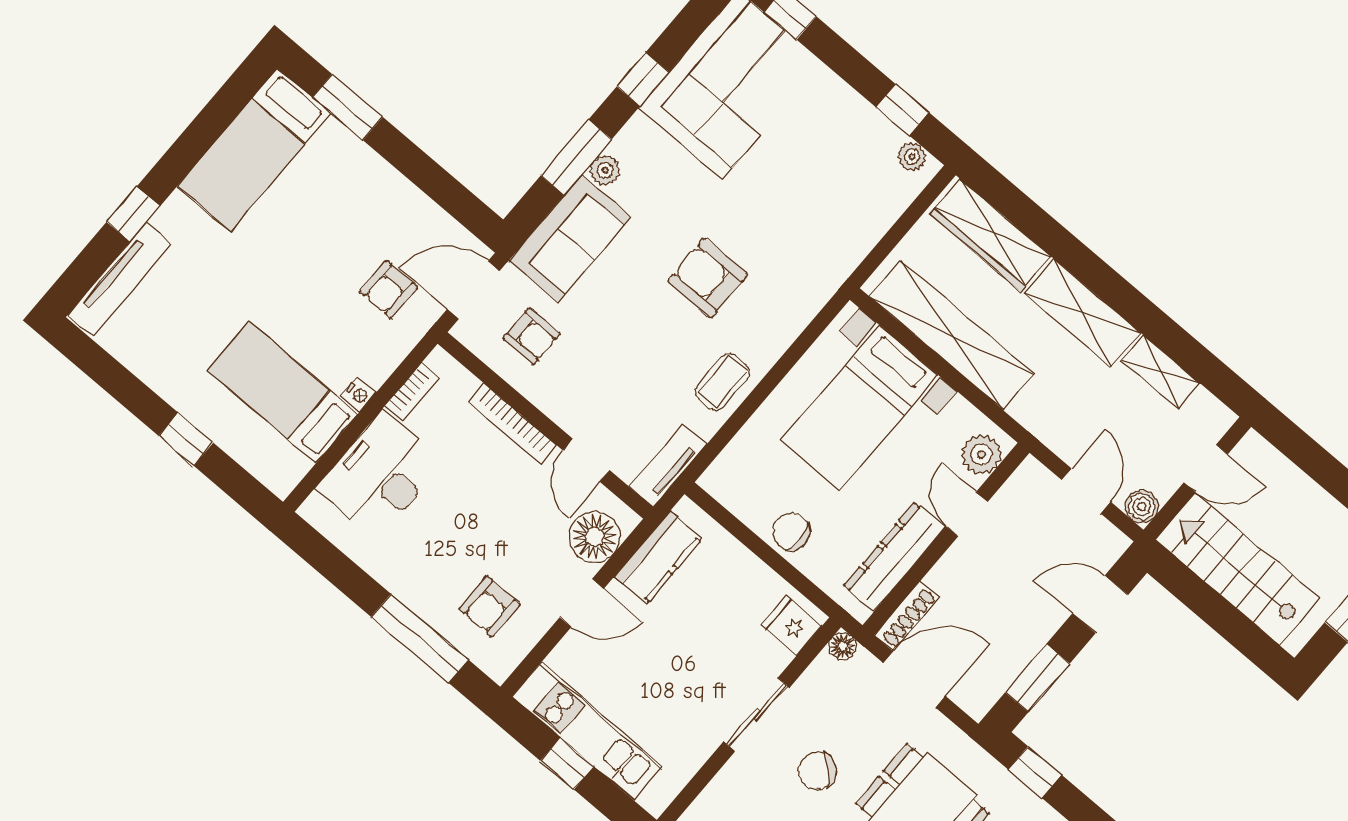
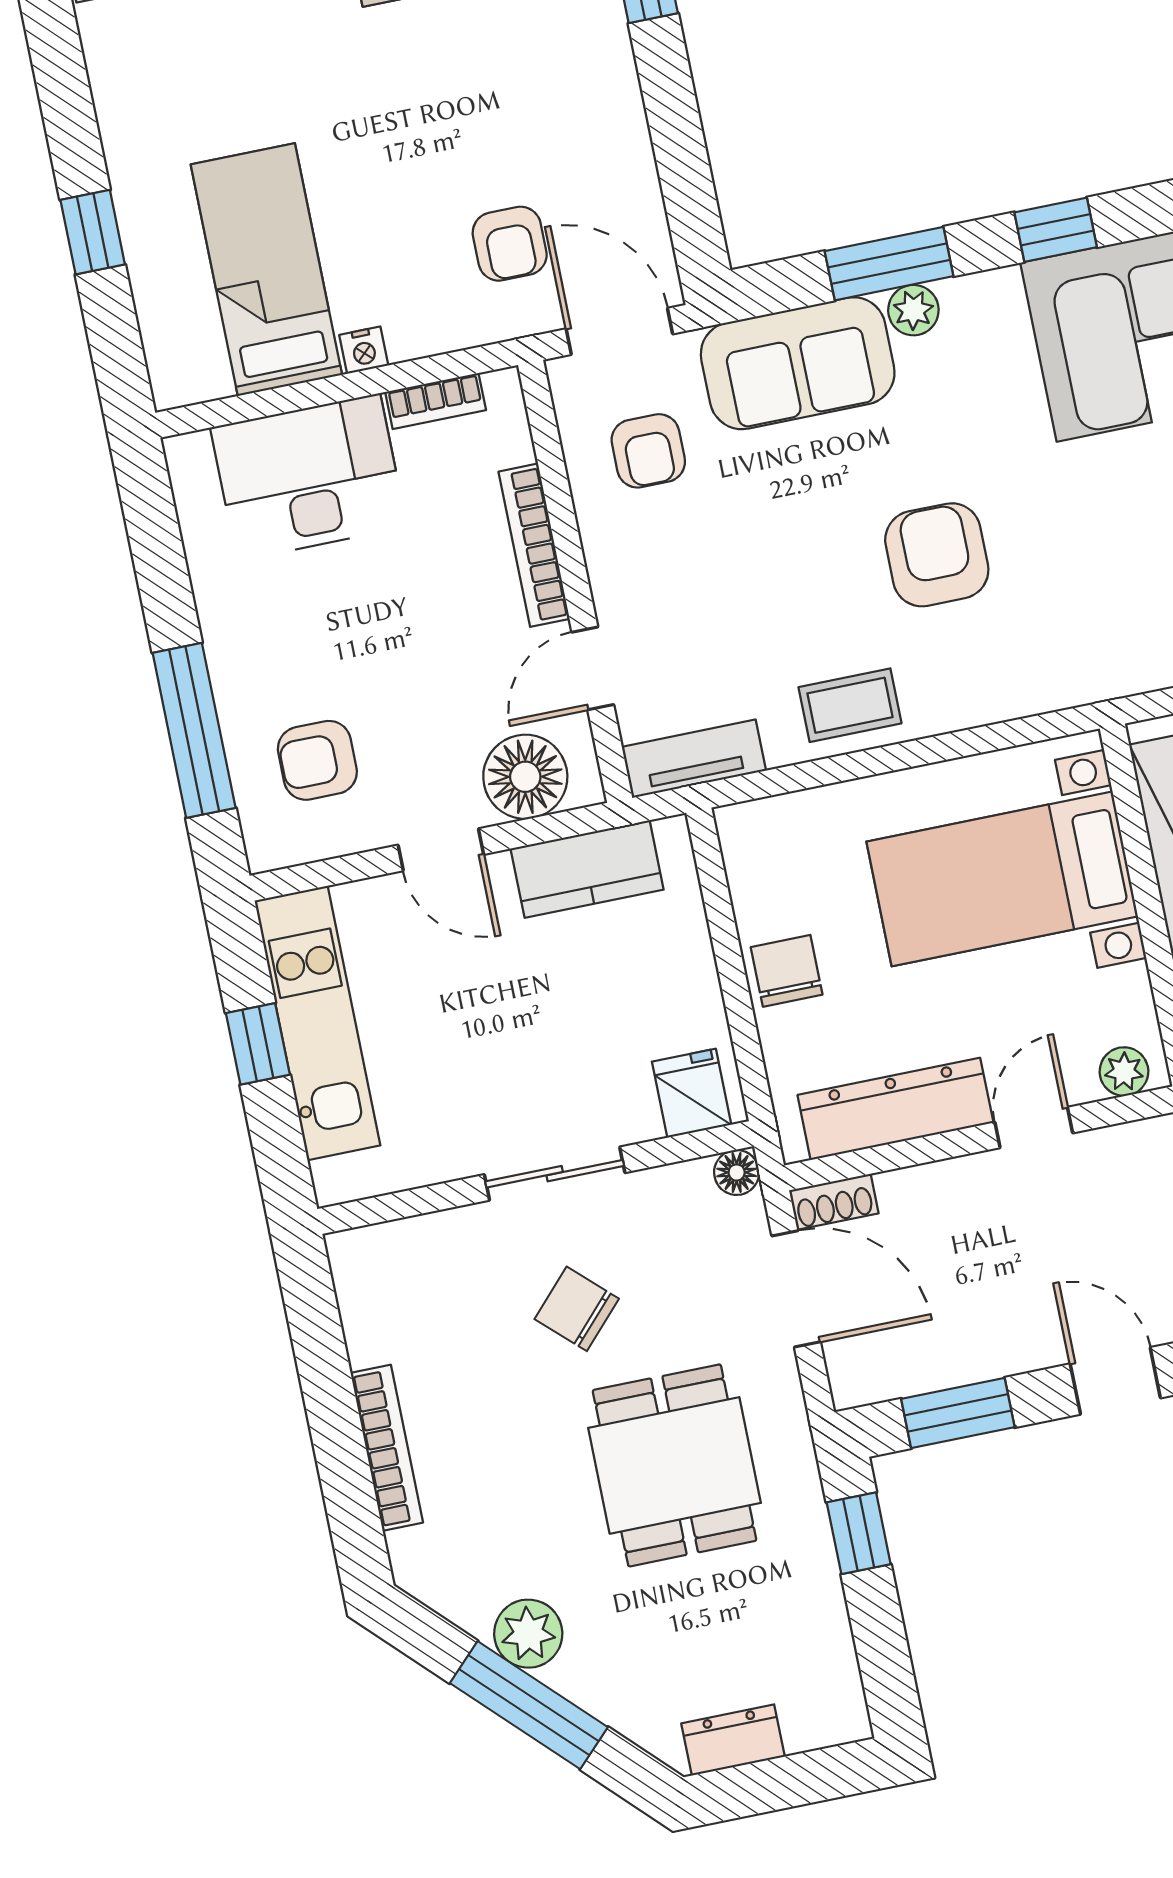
armchair: (388, 289) -> (510, 244), turned -90
plant: (981, 454) -> (1124, 1072), width x0.73, depth x0.73
shoe rack: (907, 616) -> (834, 1202), width x0.70

